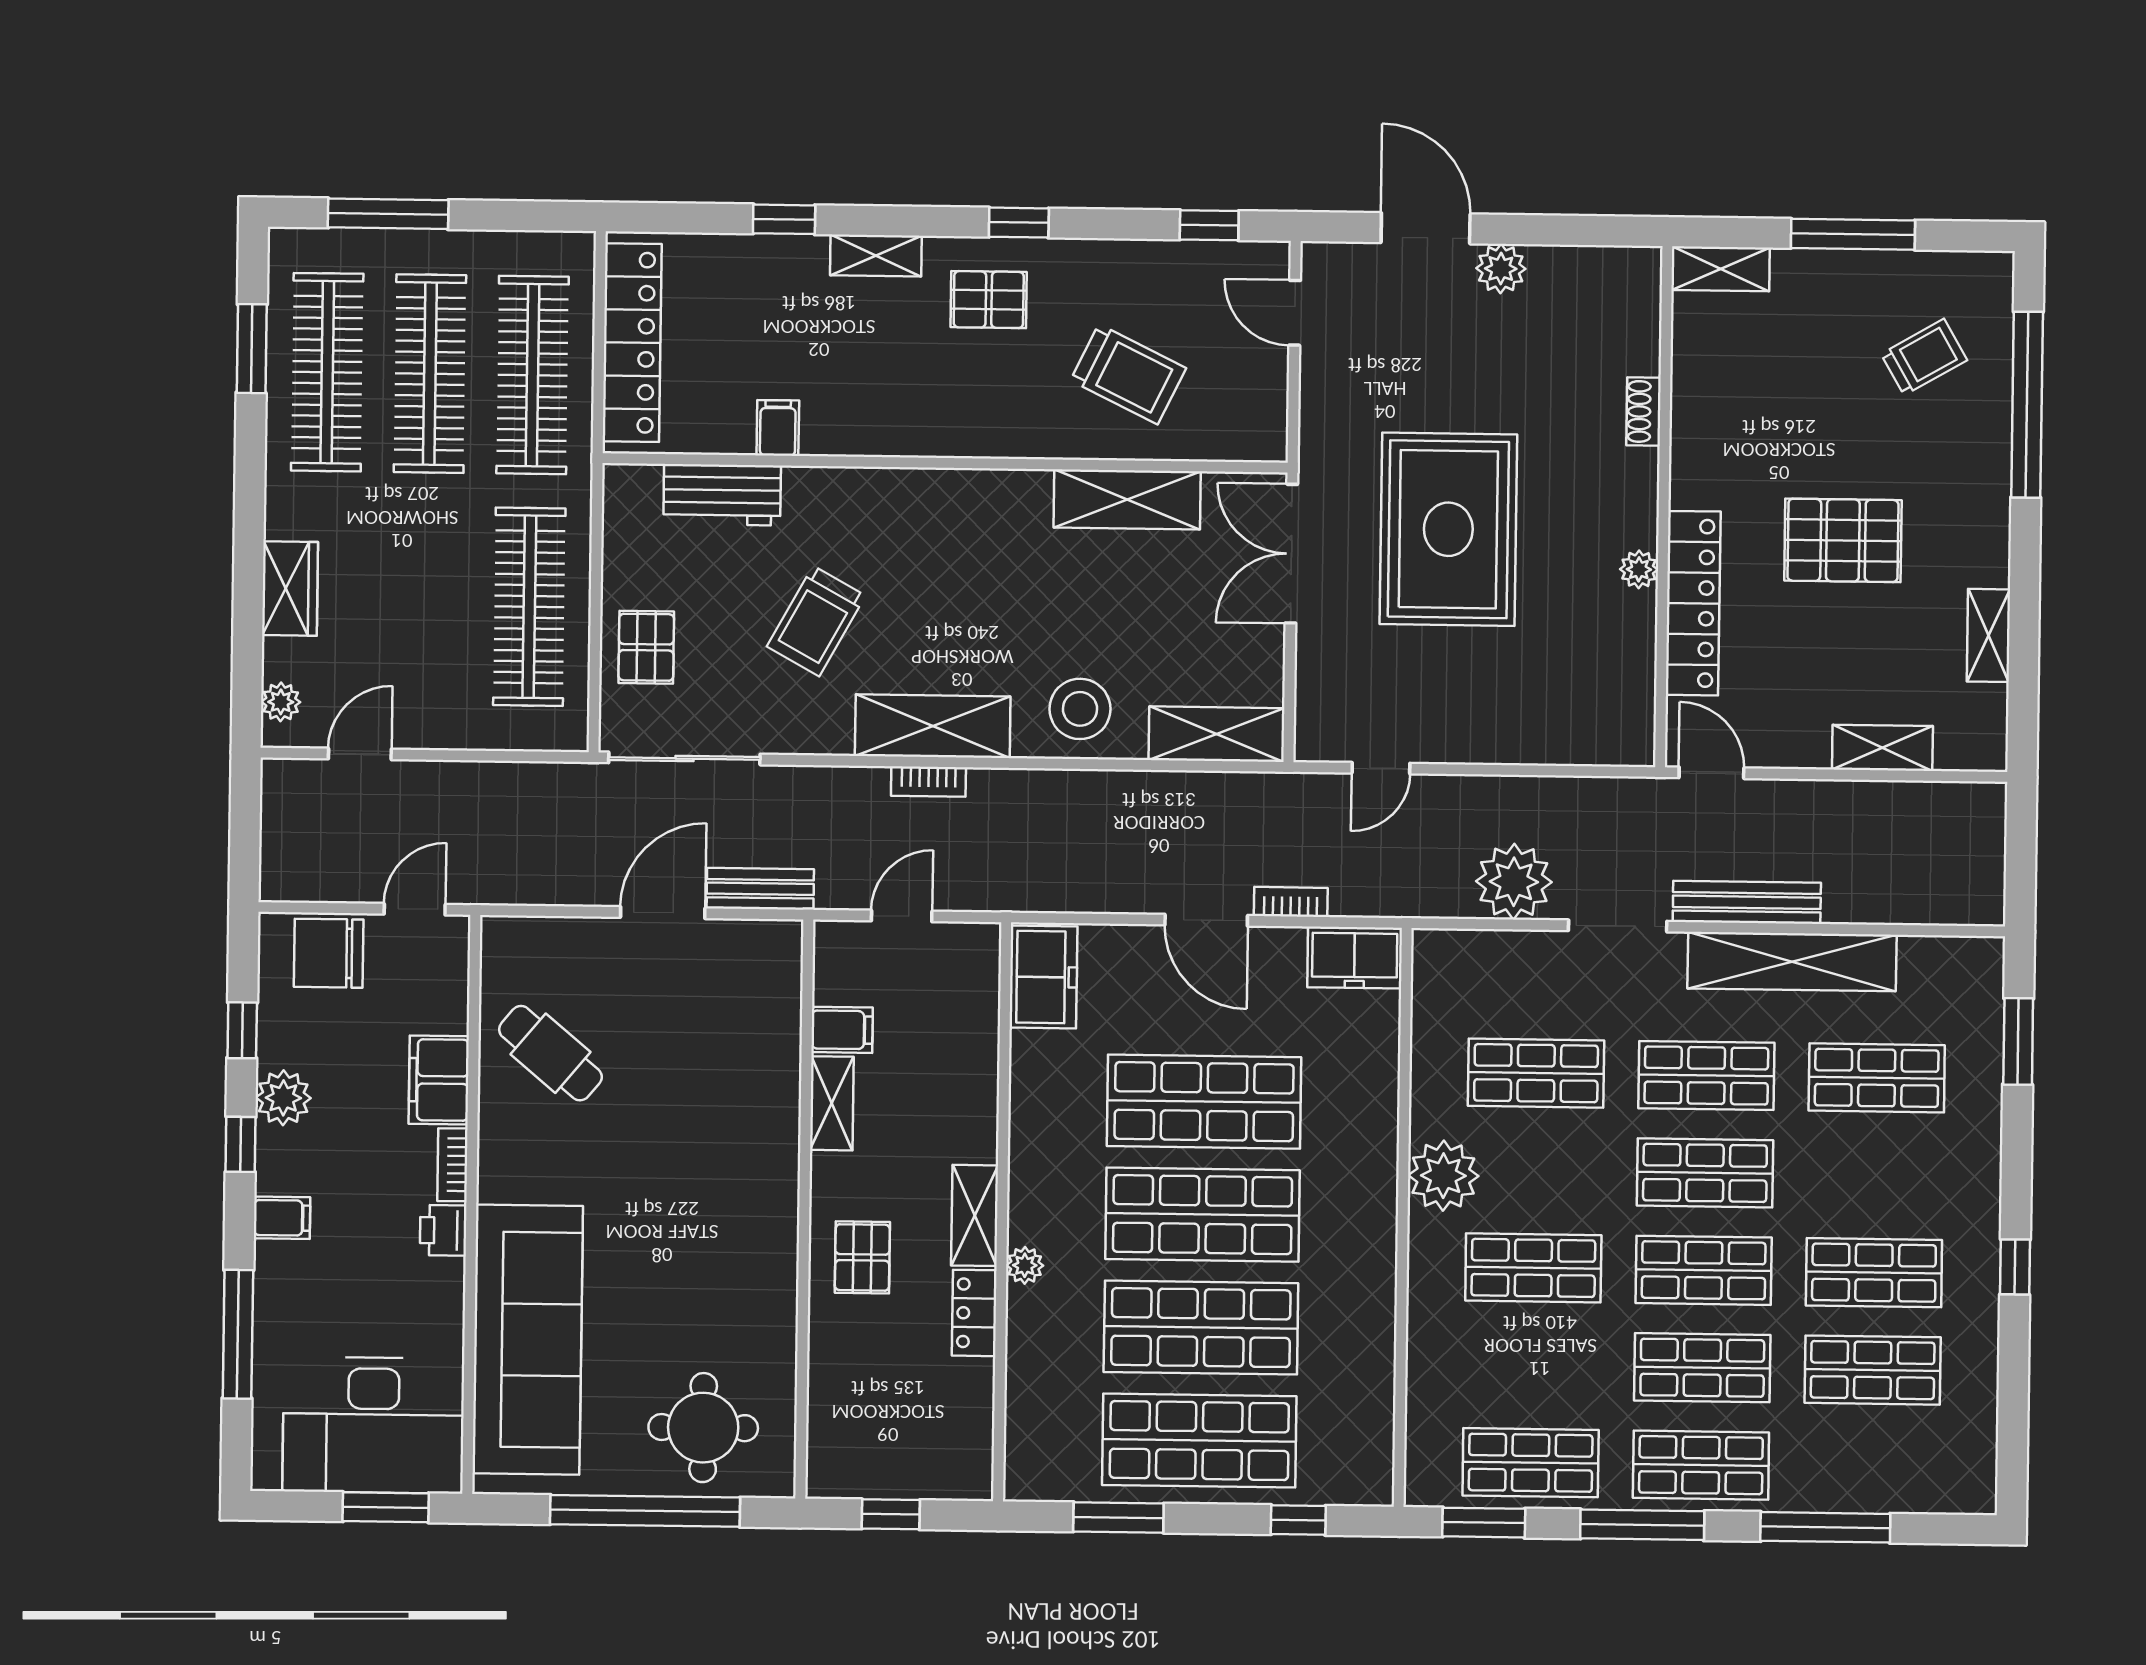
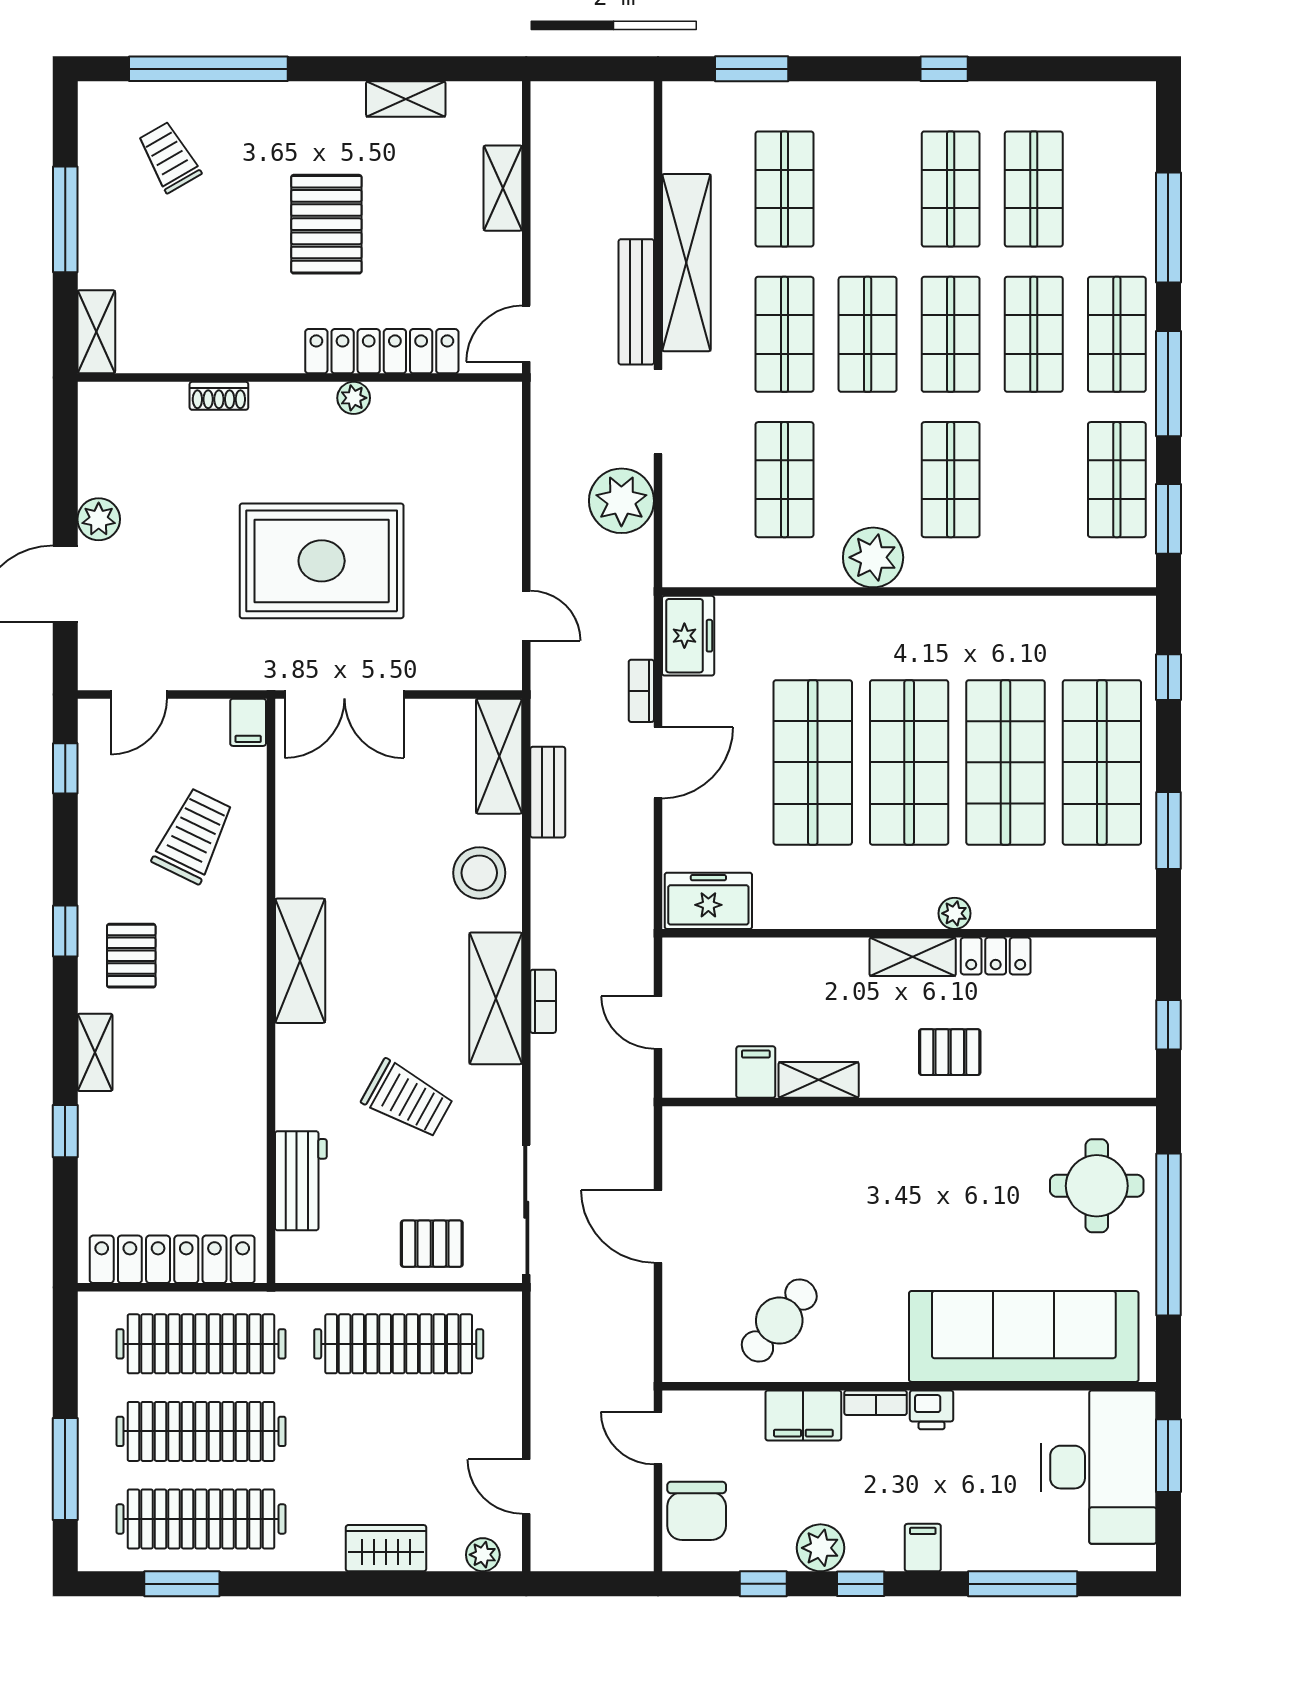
filing cabinet: (778, 428) -> (248, 722), moved, turned -90
shelving: (1127, 499) -> (300, 961), moved
bench: (760, 889) -> (548, 792), moved

